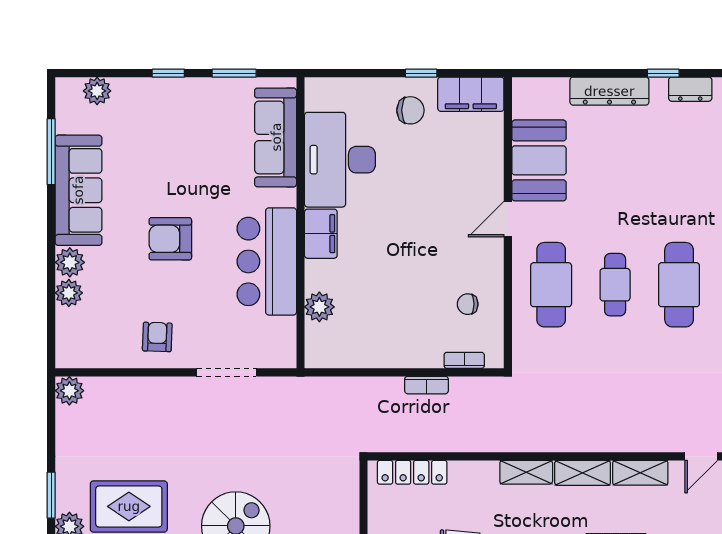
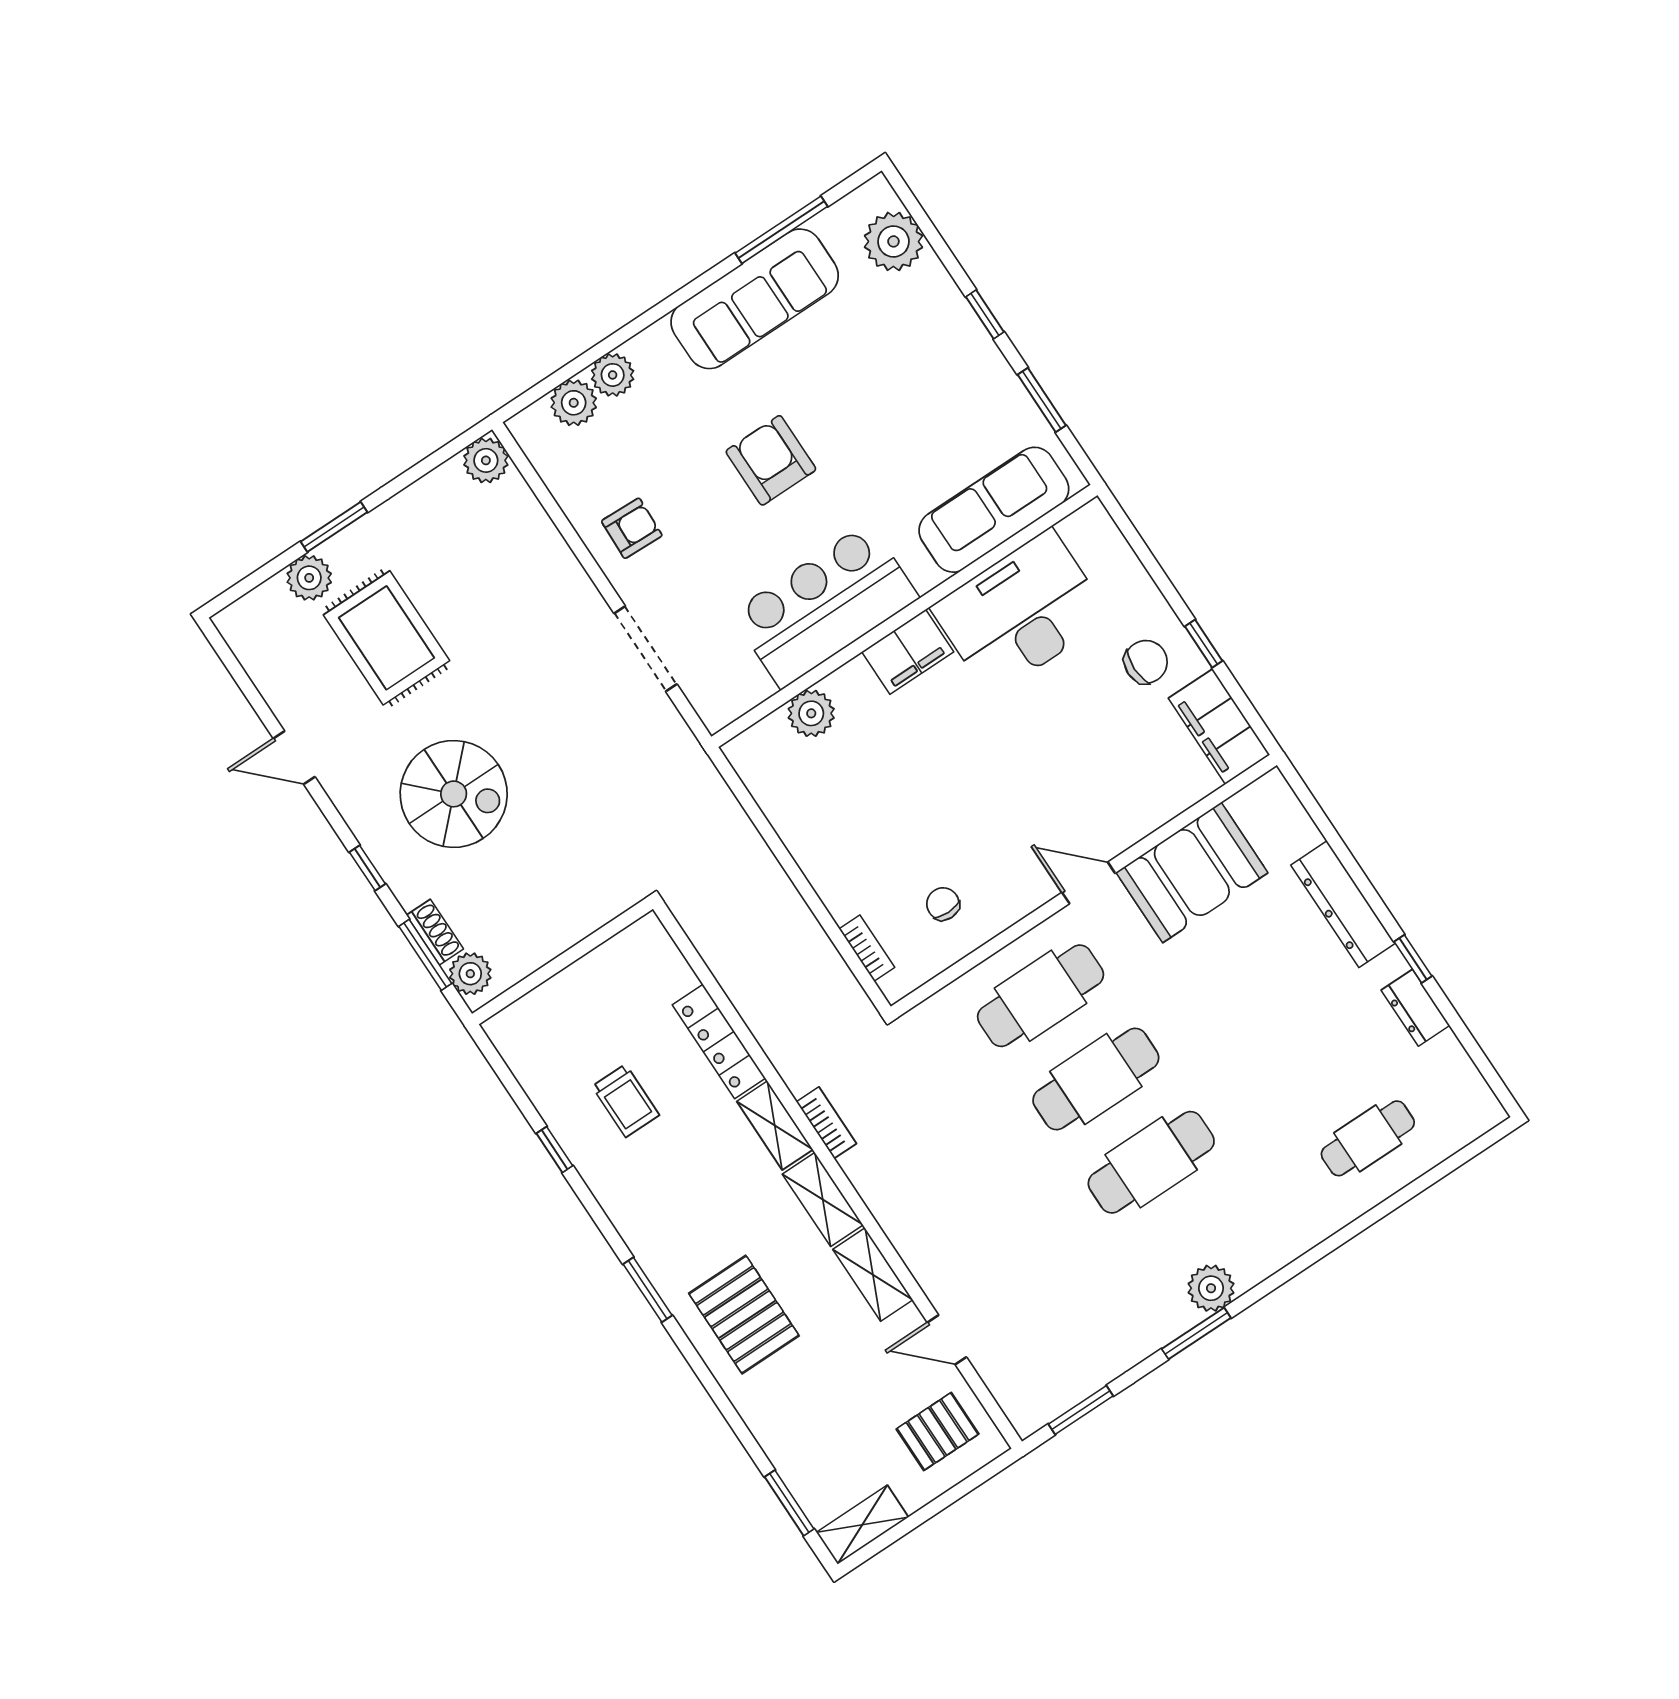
plant: (97, 91) -> (893, 241), width x1.36, depth x1.36
chair: (410, 110) -> (1146, 662), turned -90
plant: (70, 262) -> (574, 403), moved
cafe table: (615, 285) -> (1096, 1079), width x1.37, depth x1.35
bookcase: (426, 385) -> (826, 1123), moved, turned 180
locker: (412, 472) -> (719, 1041), moved

